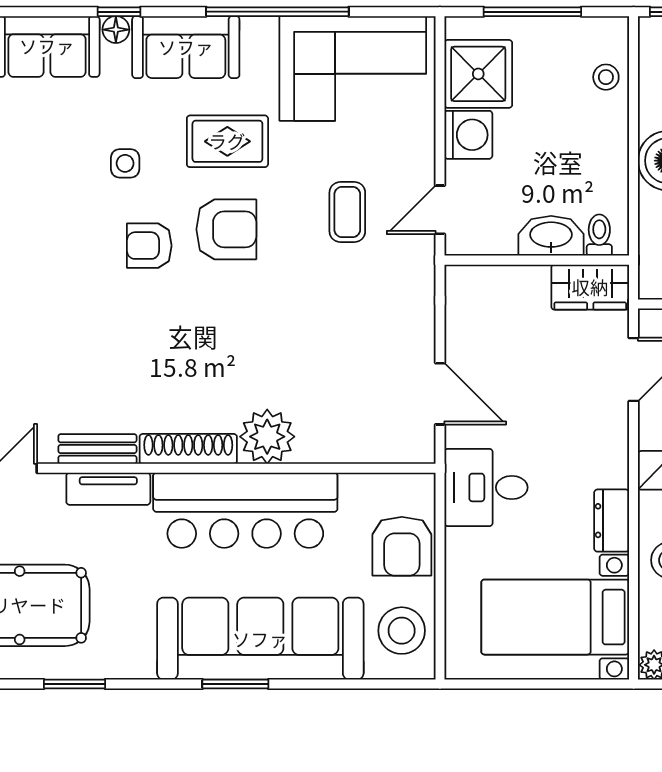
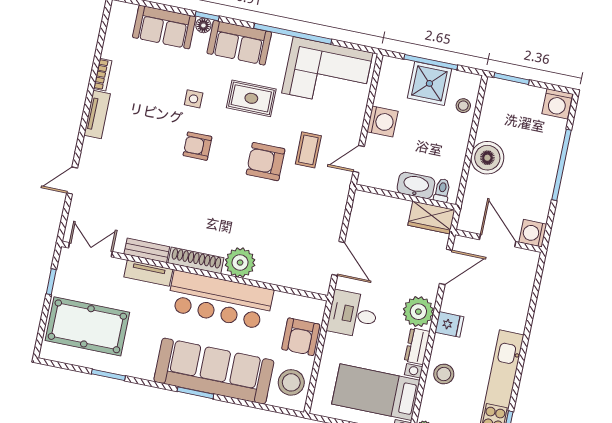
shower: (478, 74) -> (429, 83), moved
armchair: (226, 229) -> (266, 162), moved, turned 180
plant: (601, 459) -> (418, 312), added

